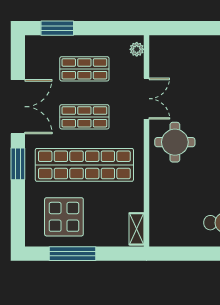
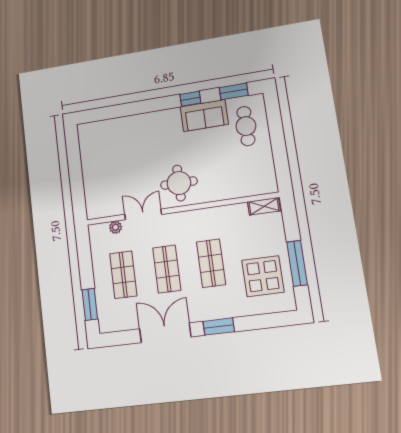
plant: (137, 49) -> (116, 227), moved
shop shelf: (84, 165) -> (211, 263), width x0.50, depth x0.74

